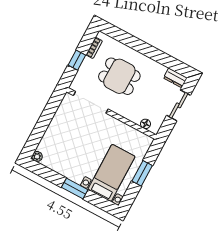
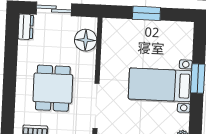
floor lamp: (145, 124) -> (86, 40), width x1.89, depth x1.89
bed with nightstands: (112, 173) -> (160, 85), moved

